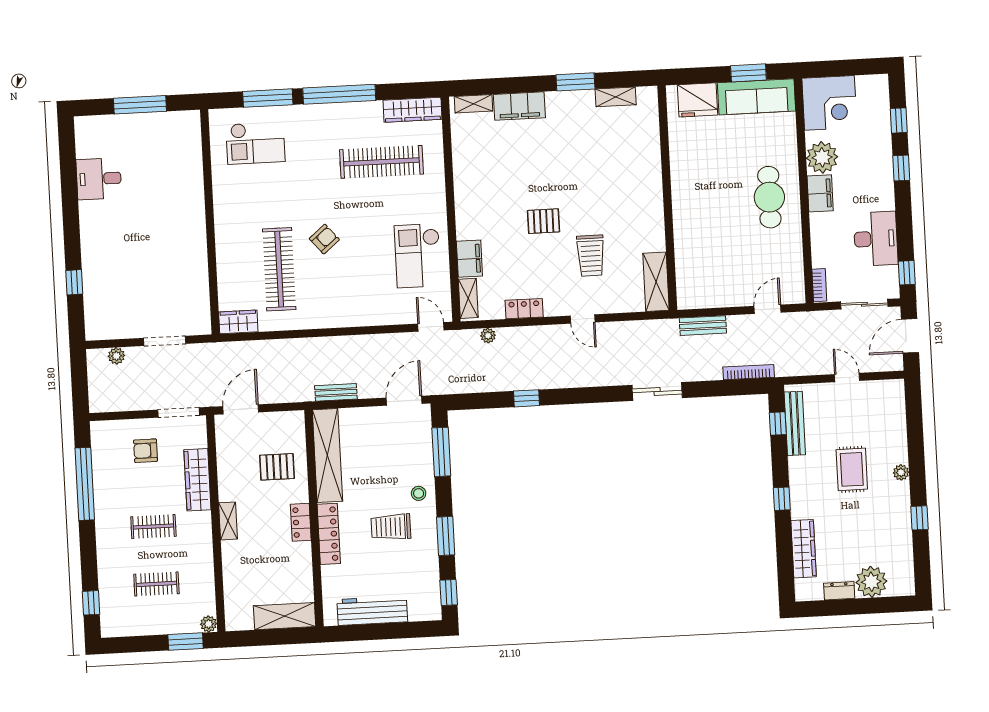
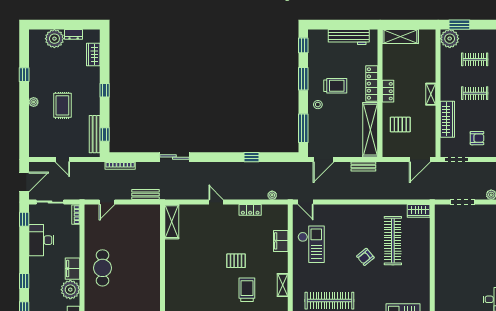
trolley: (591, 256) -> (247, 290), moved
shelving: (468, 298) -> (283, 285), moved
wardrobe: (804, 549) -> (93, 55), width x0.67
plant: (209, 624) -> (450, 39), width x1.87, depth x1.87

